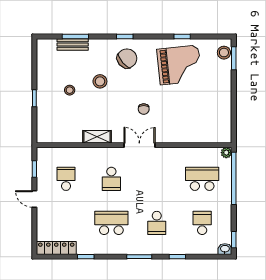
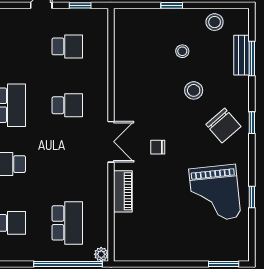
stool: (224, 53) -> (215, 22), moved
piano: (178, 136) -> (123, 191), added
shelving: (97, 137) -> (122, 87), removed
school desk: (111, 179) -> (67, 105), turned 180

